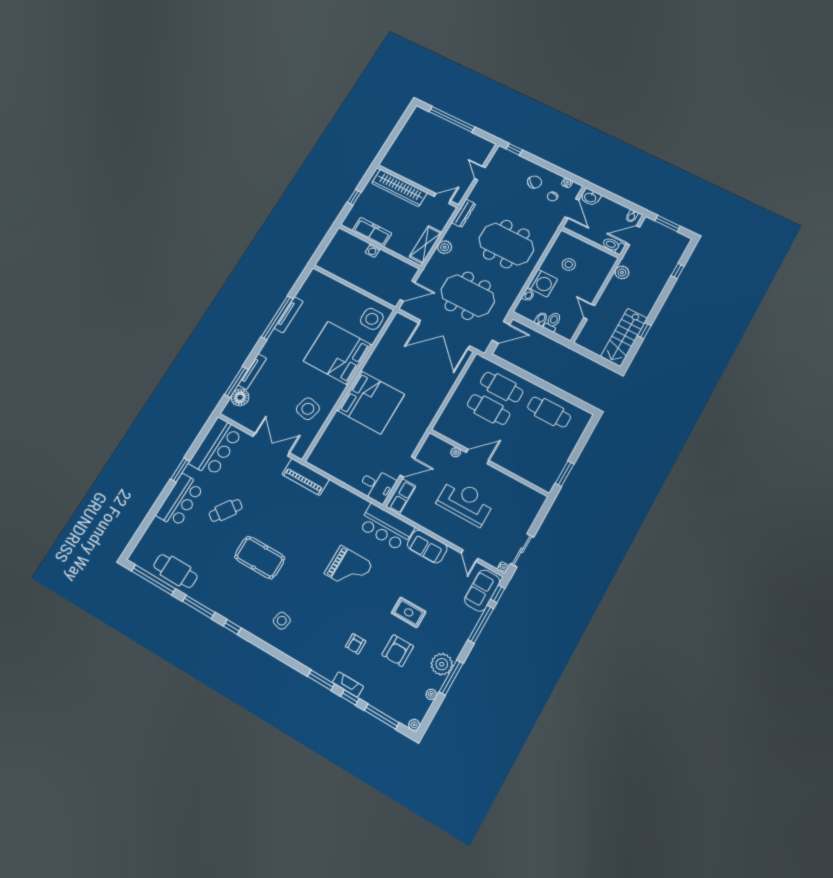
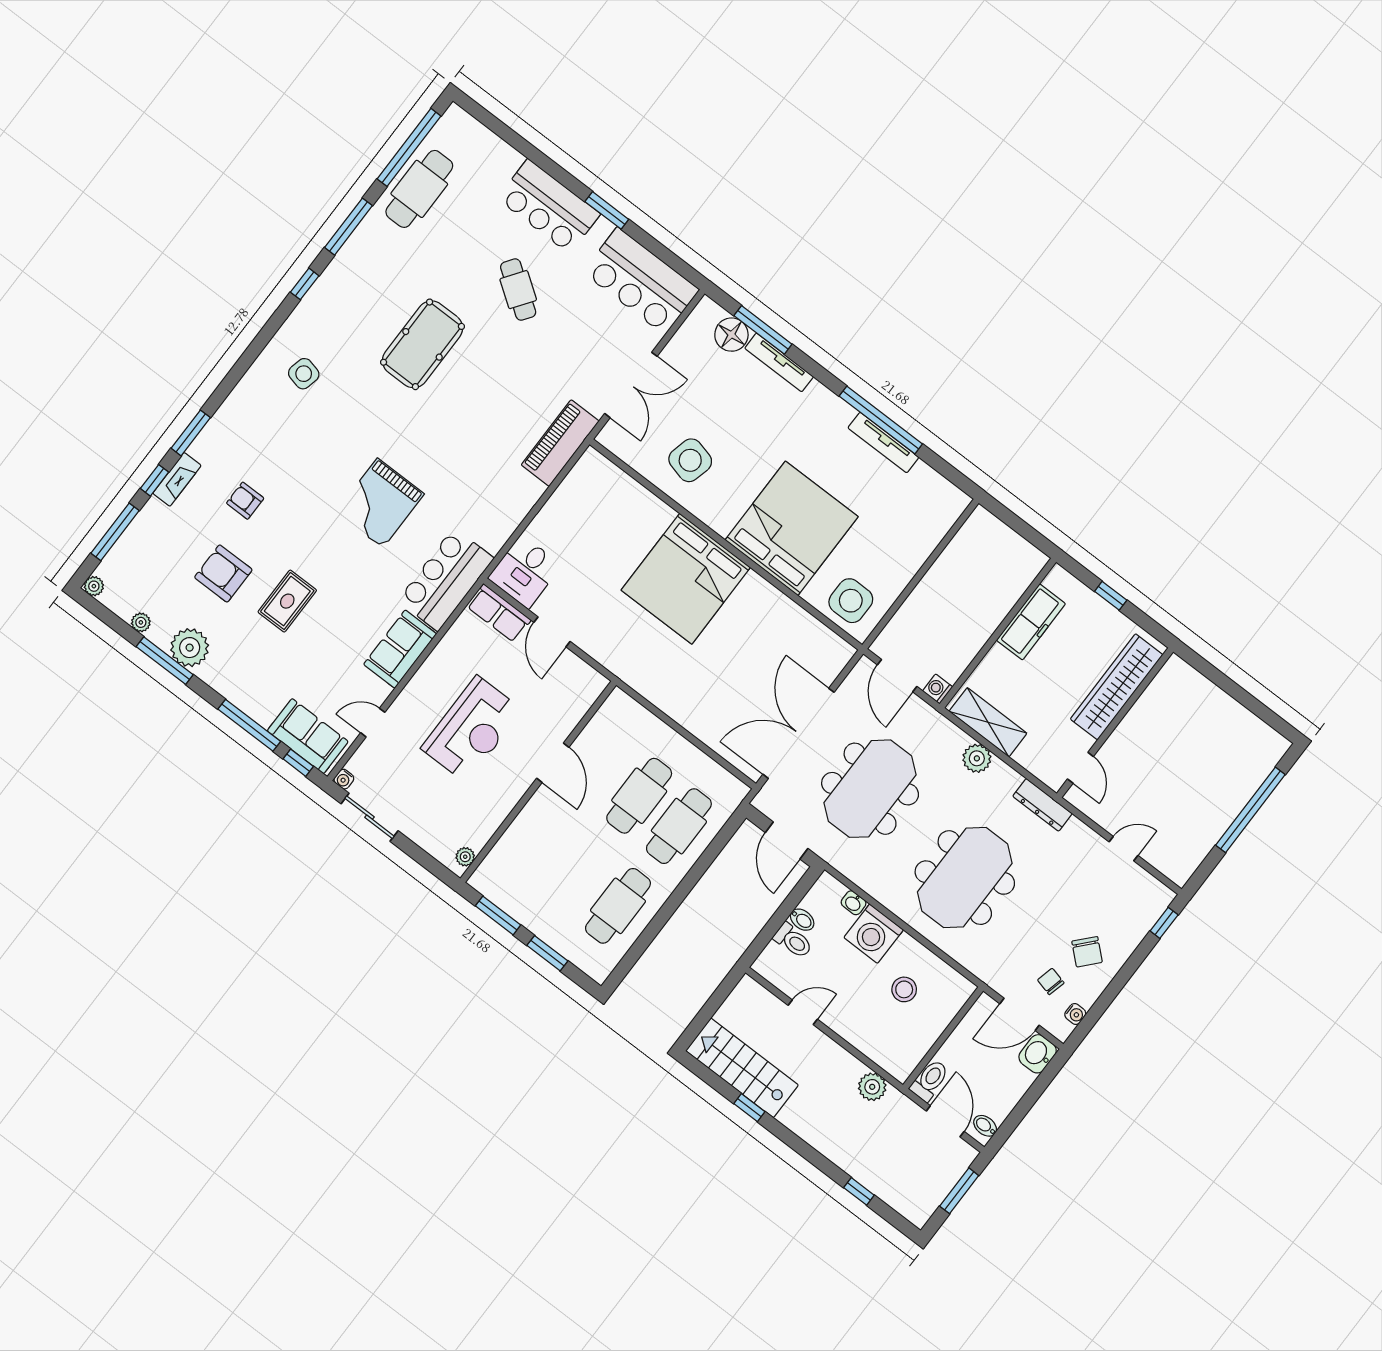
washing machine: (373, 251) -> (938, 689), moved
window: (581, 445) -> (547, 953), added
plant: (456, 452) -> (465, 857), moved

